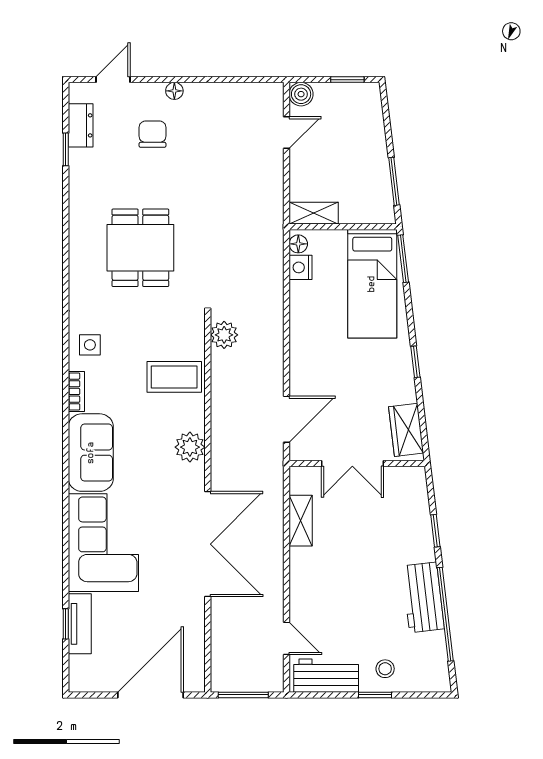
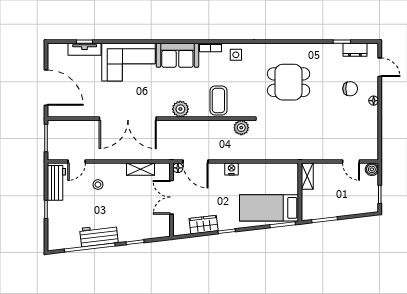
floor lamp: (298, 244) -> (178, 168), moved
nightstand: (300, 267) -> (232, 169), moved
wardrobe: (406, 430) -> (204, 225), moved
stool: (385, 669) -> (98, 185), moved

